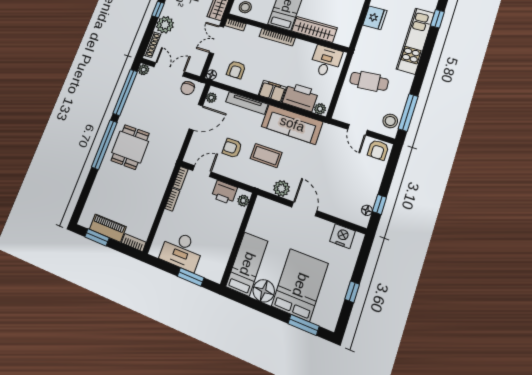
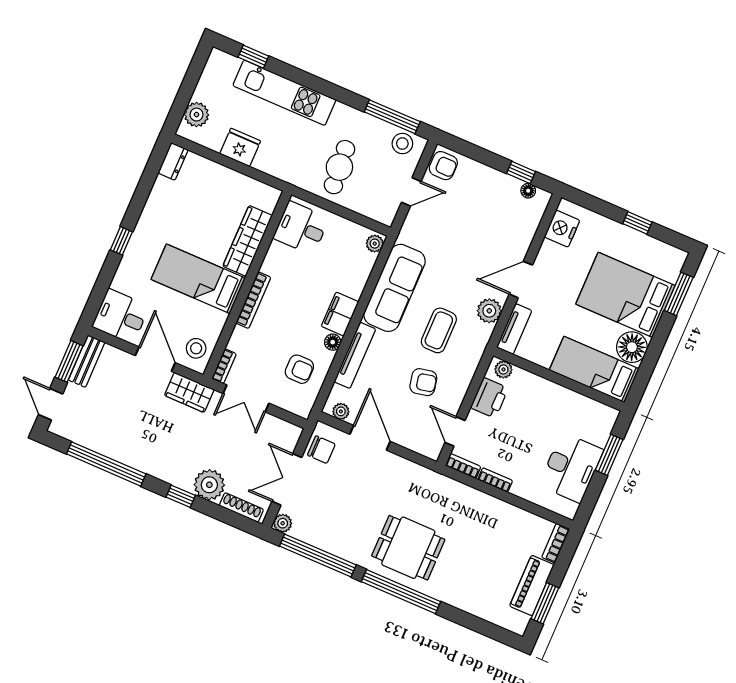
floor lamp: (211, 75) -> (333, 342), moved
printer: (300, 97) -> (353, 272), removed
armchair: (232, 148) -> (423, 382), turned -102
tv unit: (271, 206) -> (514, 329), added

